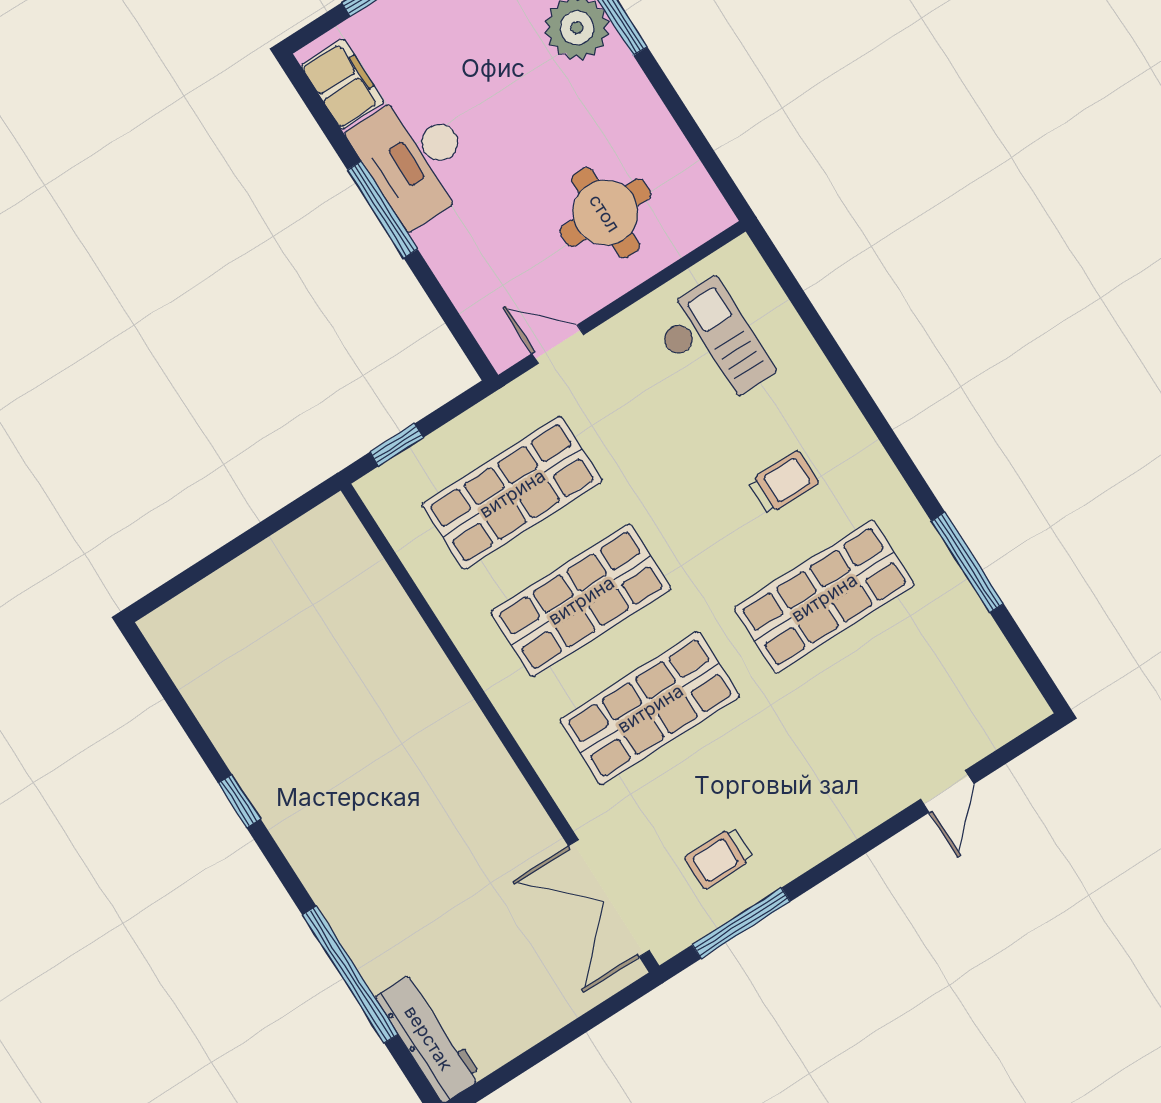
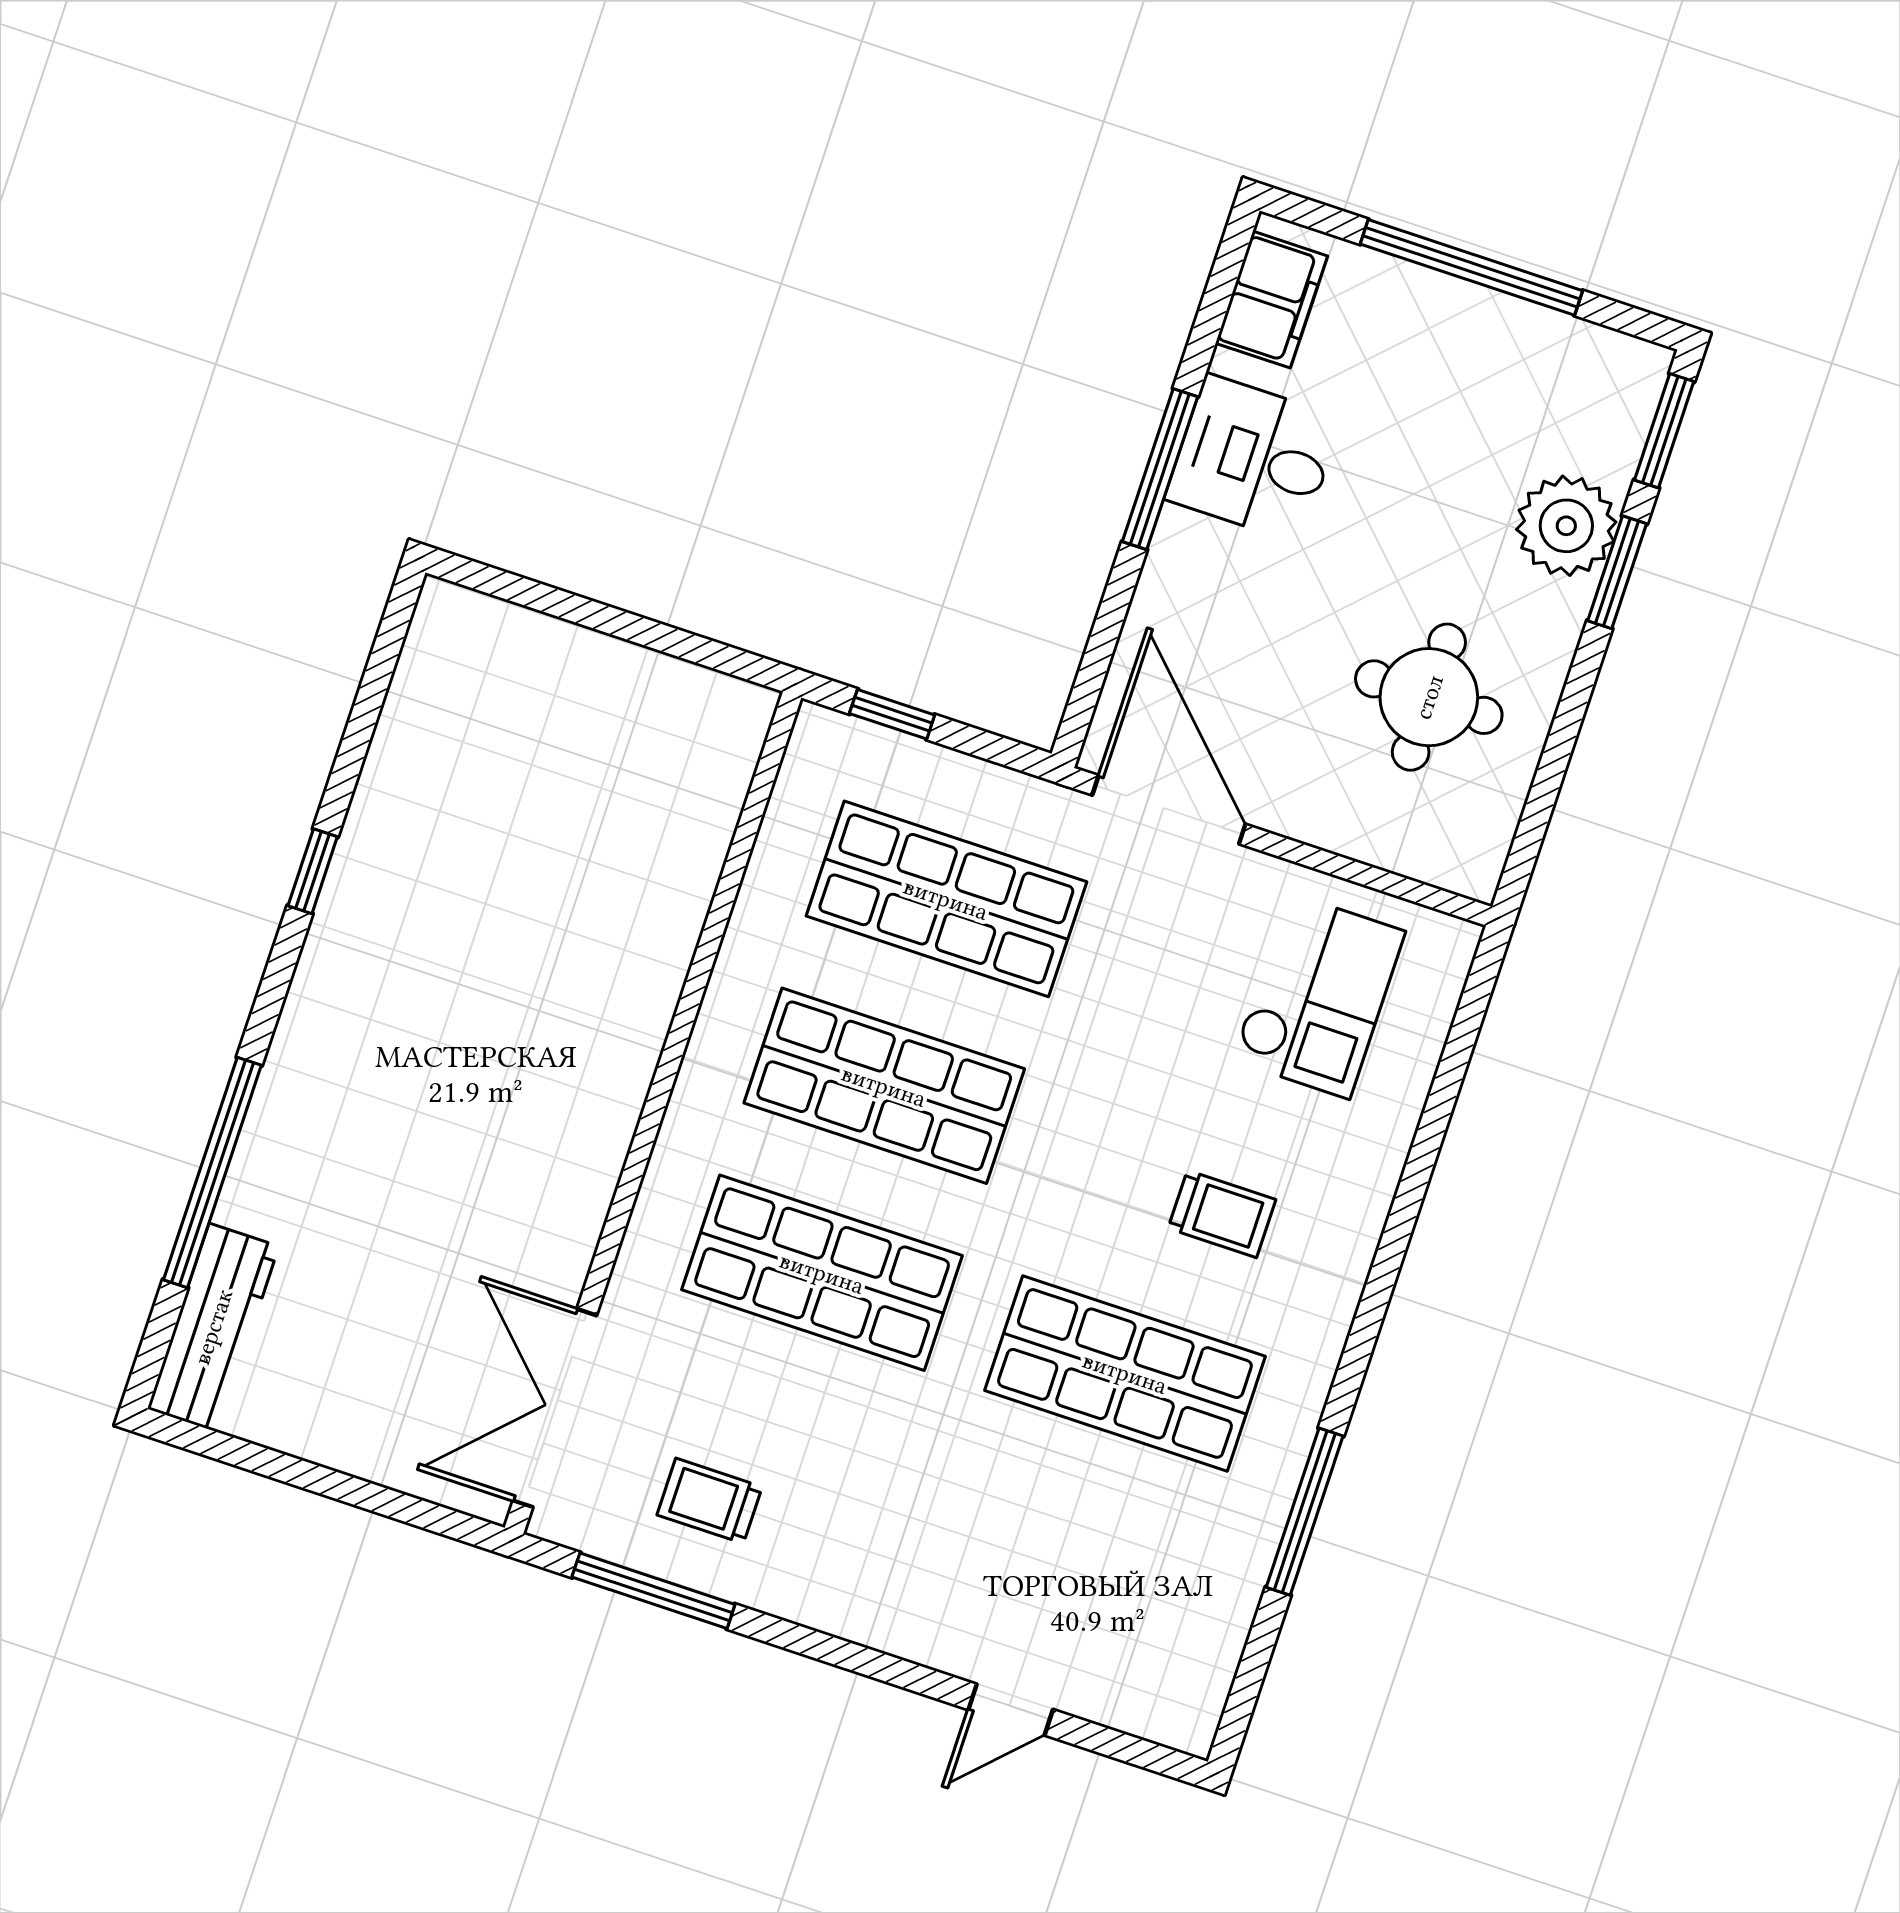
desk: (415, 158) -> (1253, 458), width x0.73
round table: (605, 213) -> (1429, 697), moved
door: (558, 344) -> (1169, 810), width x1.88

